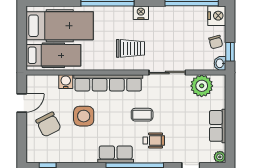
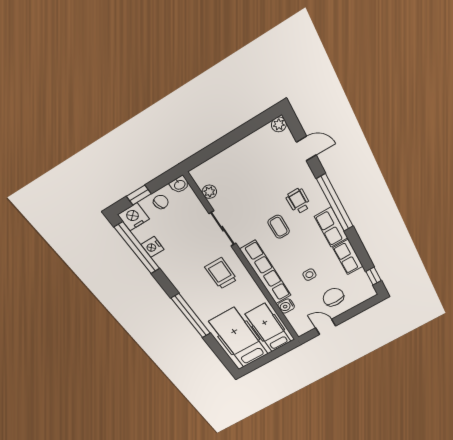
nightstand: (141, 13) -> (152, 247), moved
window: (230, 52) -> (139, 195), moved
plant: (202, 86) -> (209, 192), width x0.53, depth x0.53
side table: (84, 116) -> (309, 275), width x0.54, depth x0.54
chair: (48, 124) -> (333, 297), turned -63
row of seats: (218, 126) -> (348, 257), moved, turned 90

